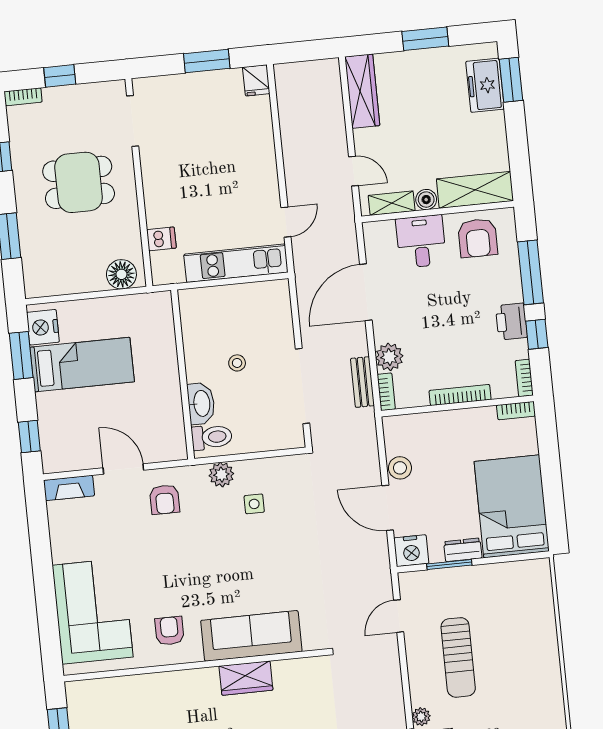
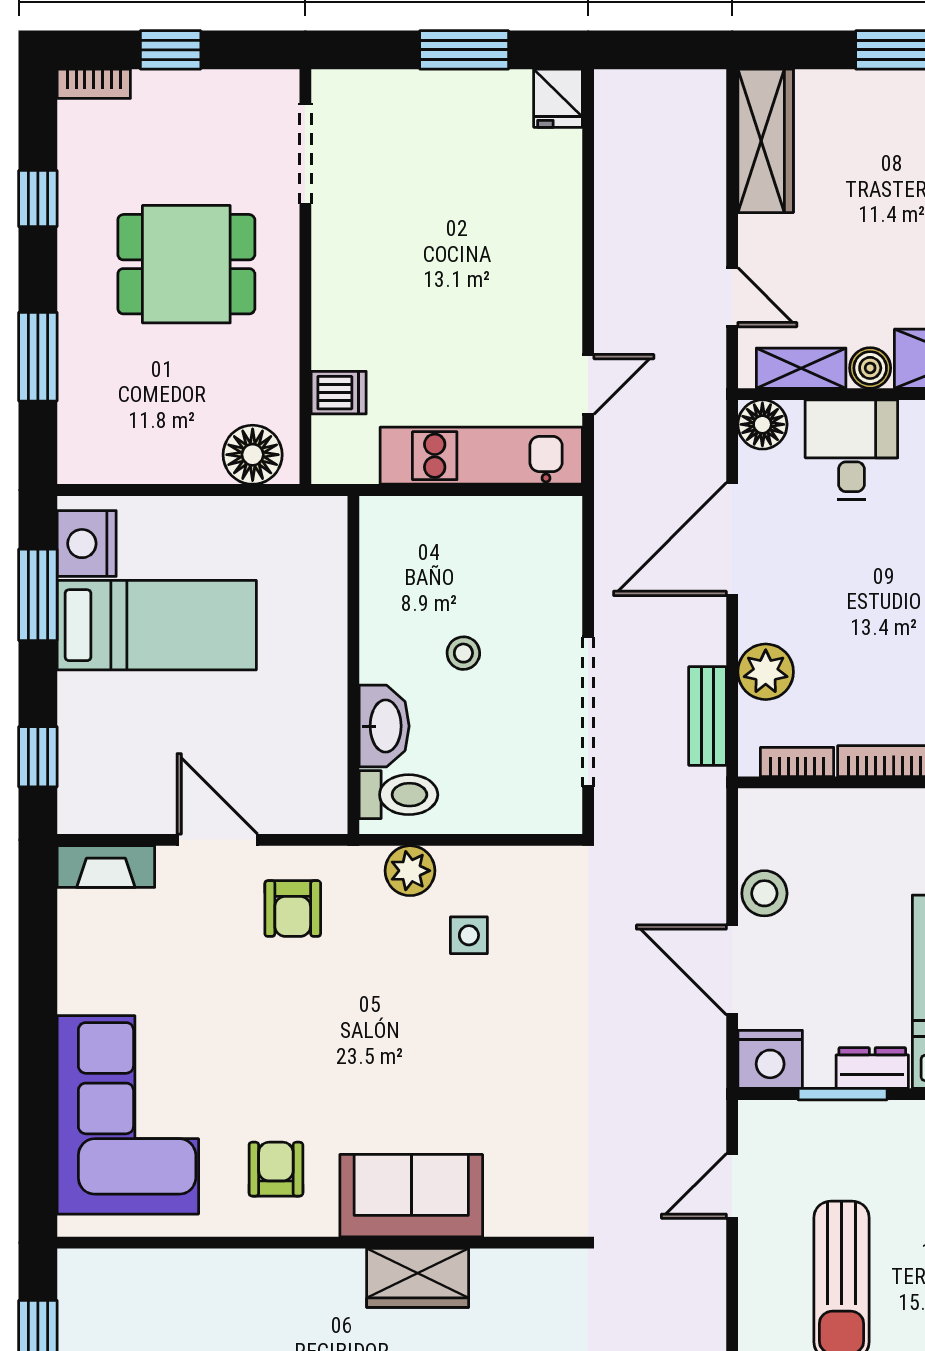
floor lamp: (375, 233) -> (762, 424), added
bookcase: (386, 392) -> (797, 762), moved, turned -90
sofa: (251, 636) -> (411, 1196), width x0.73

